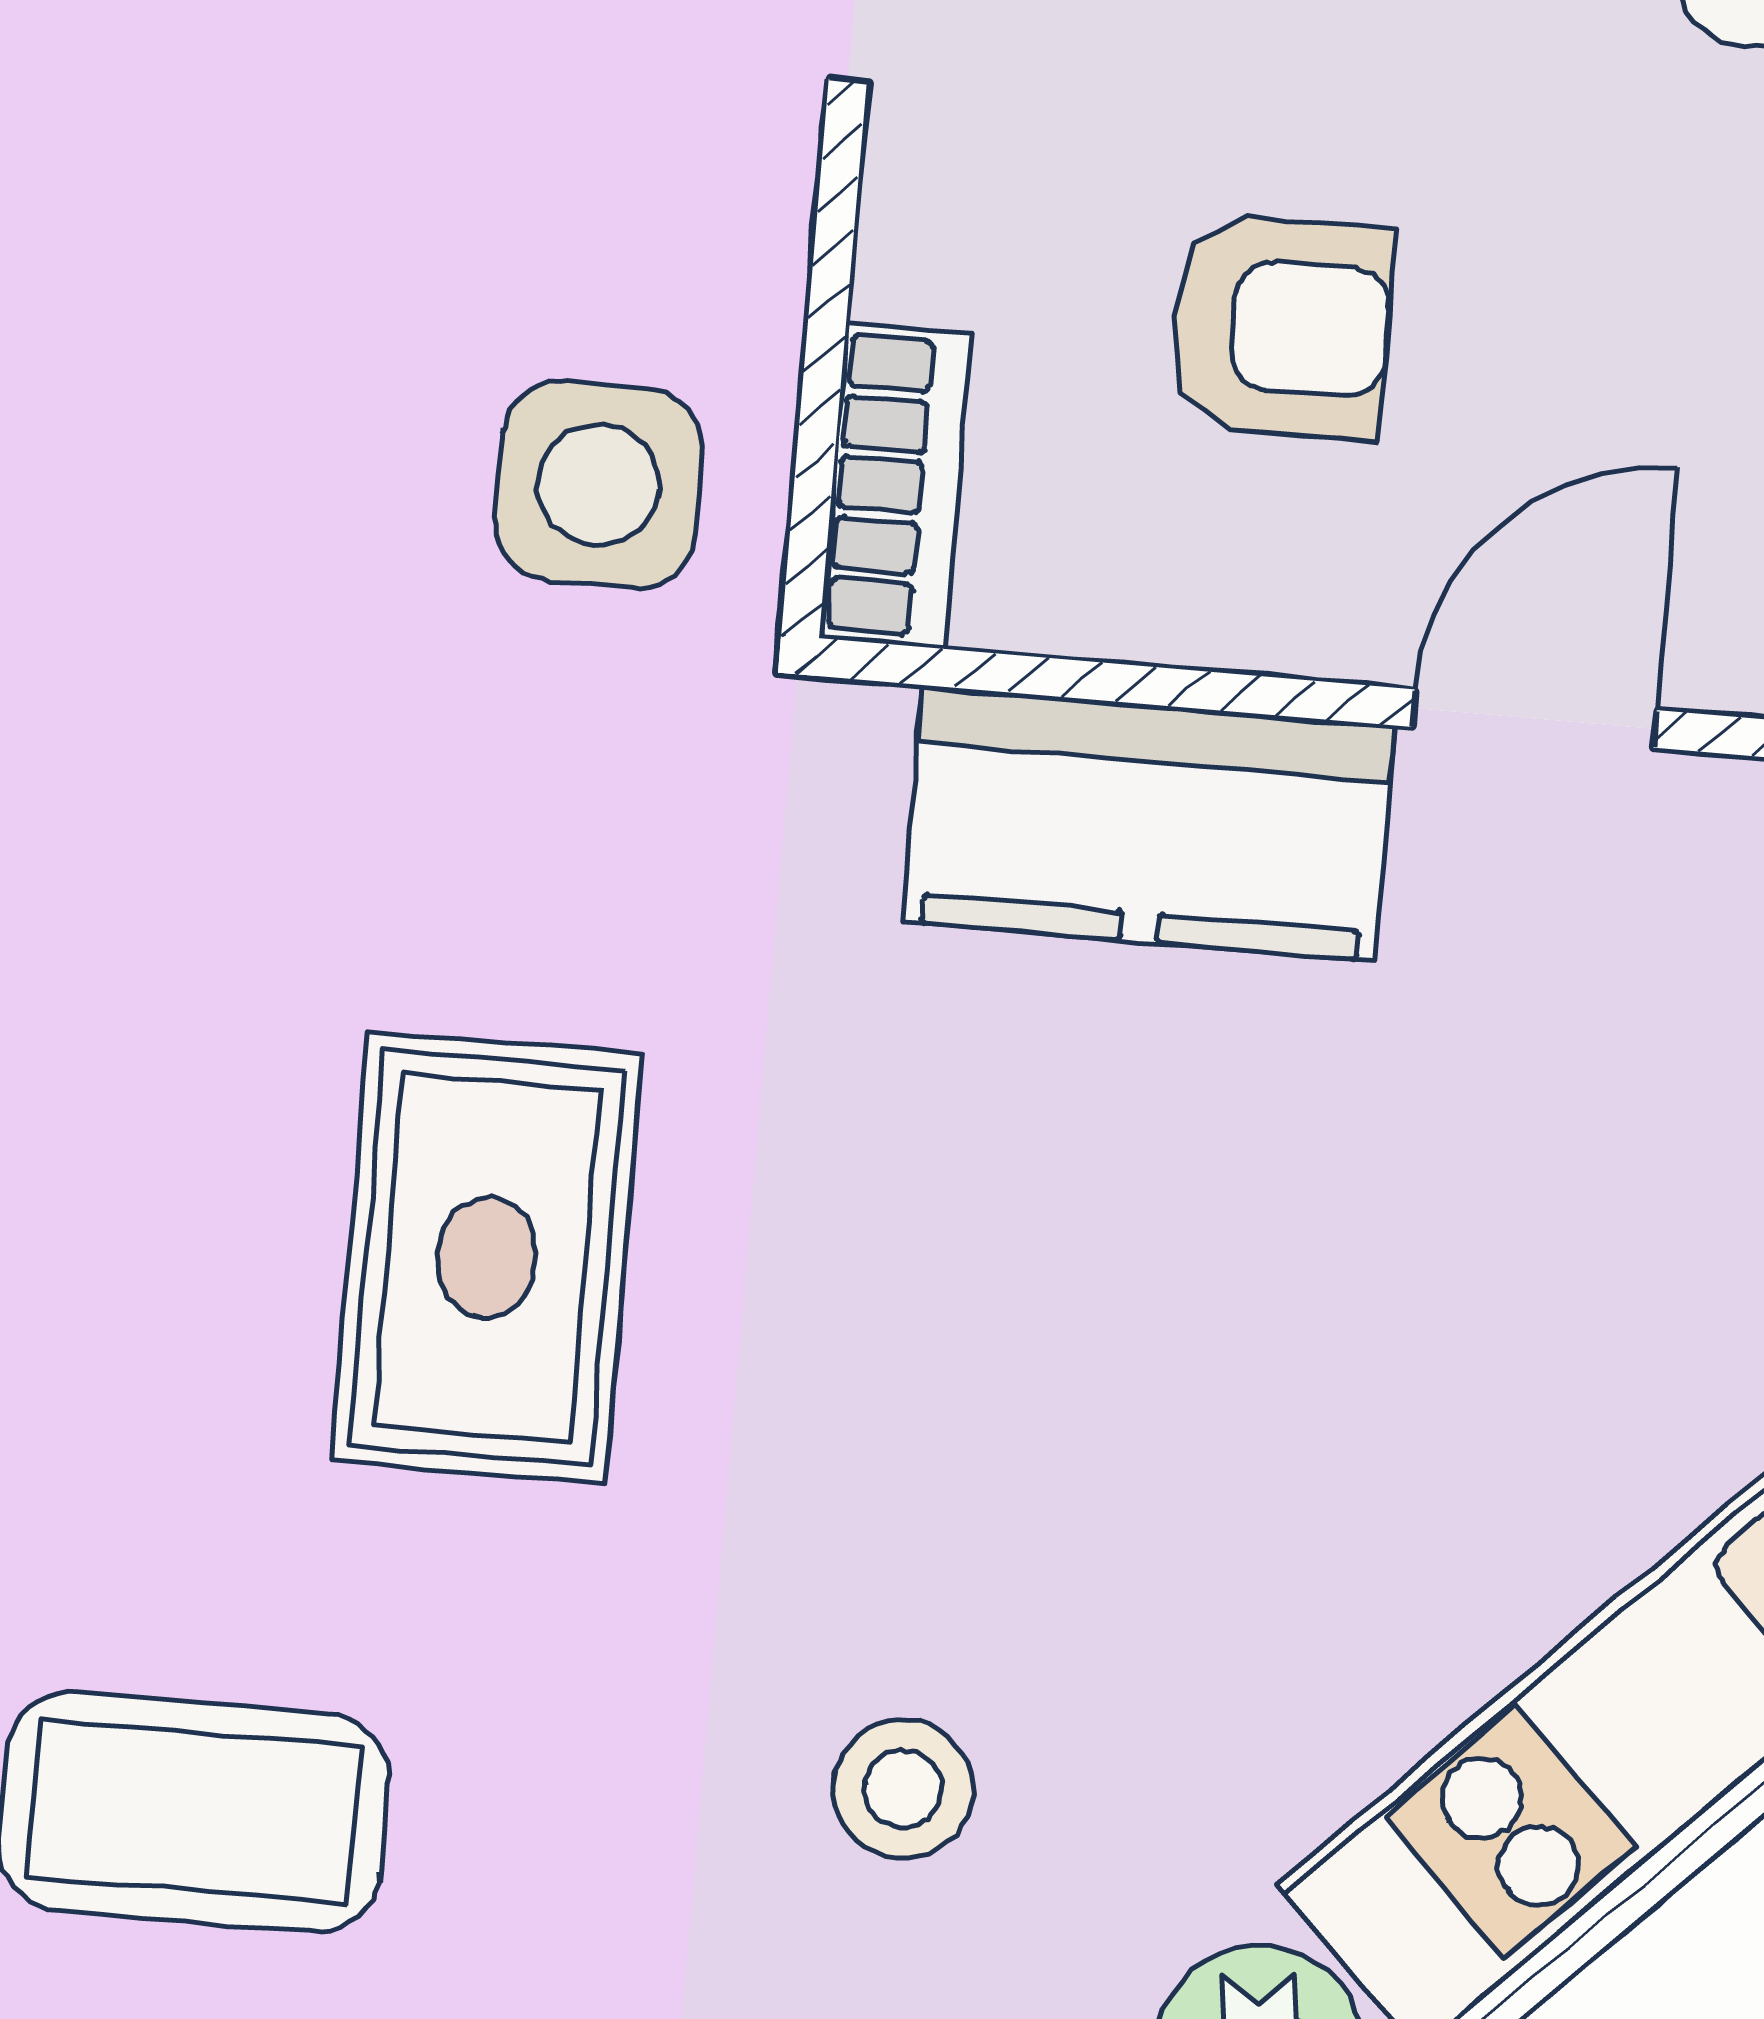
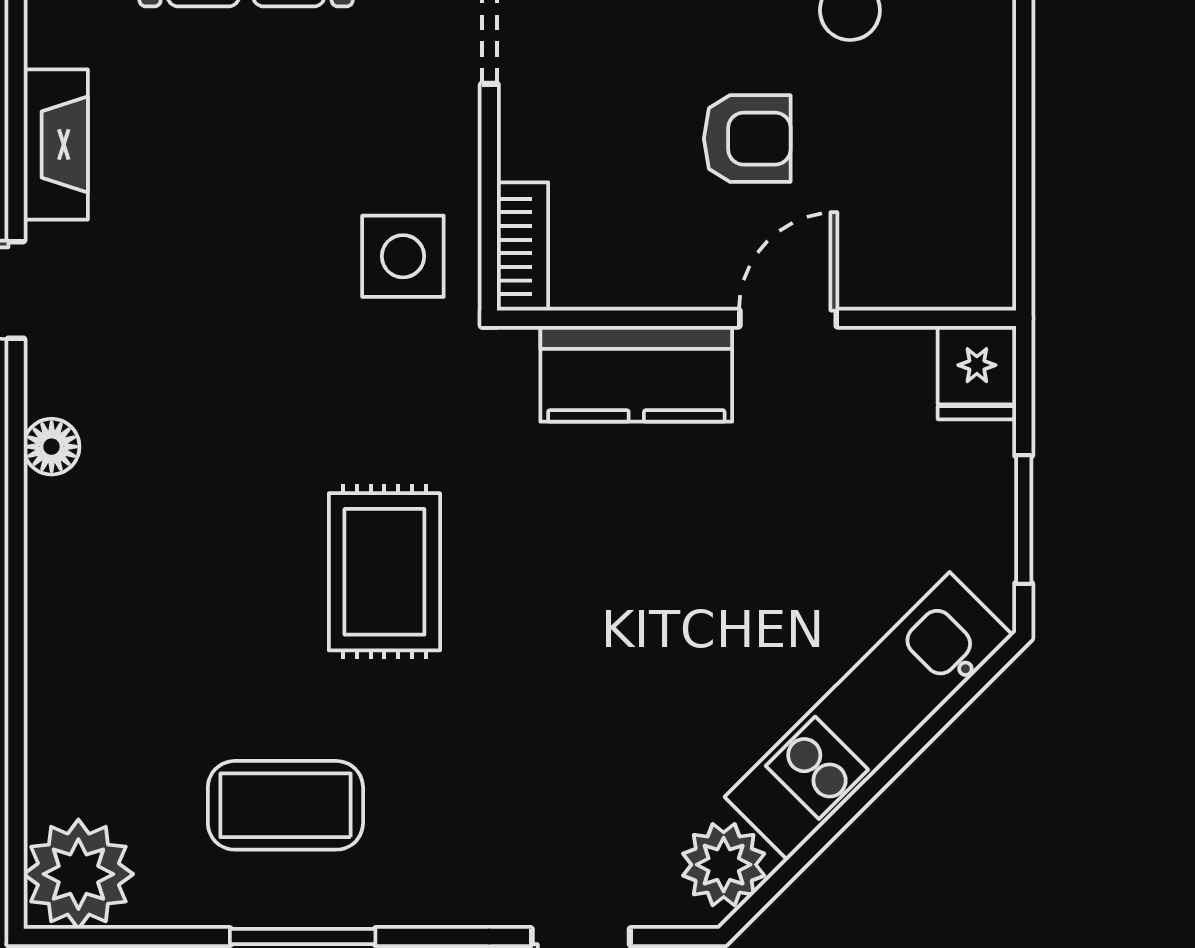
armchair: (1281, 327) -> (747, 139), moved
stool: (903, 1789) -> (571, 772), removed

